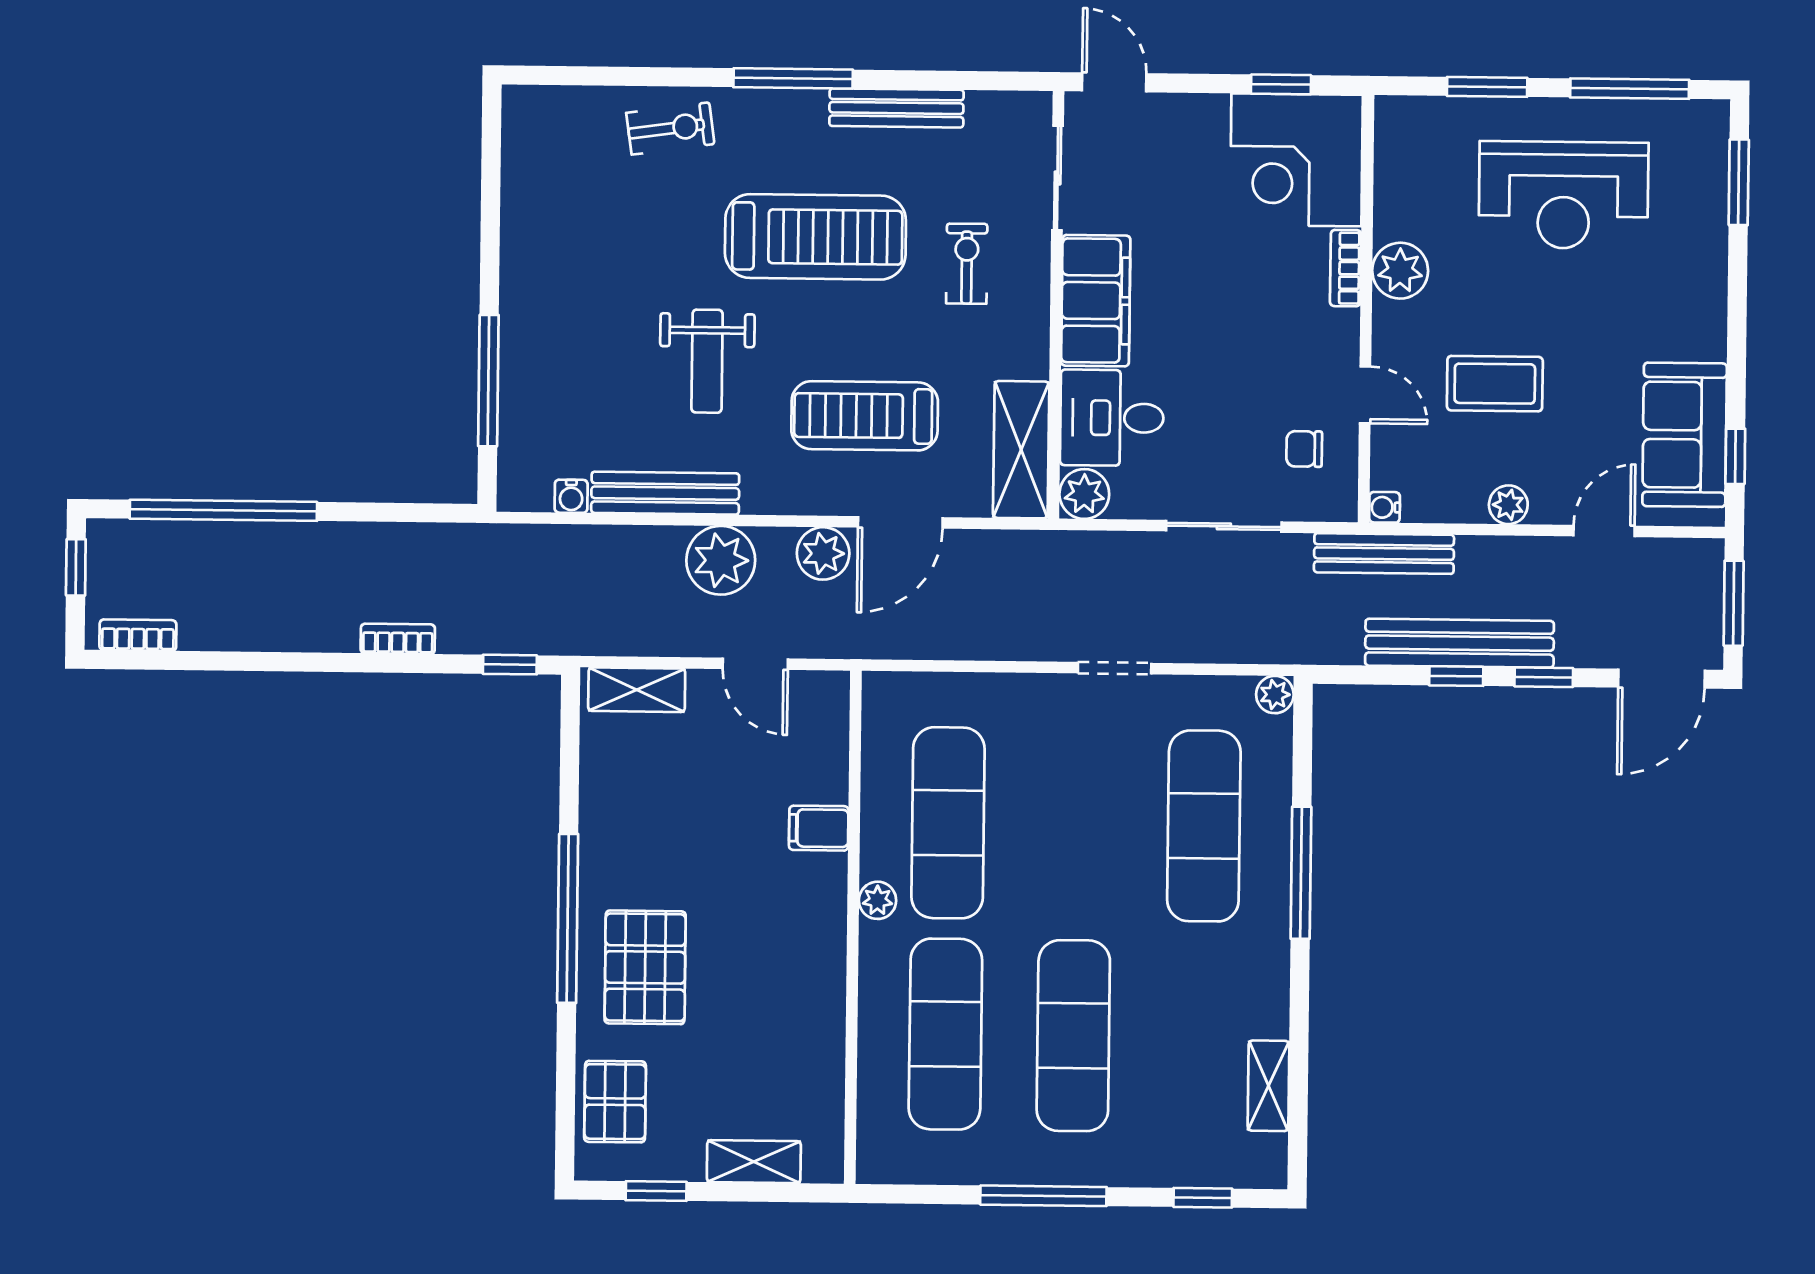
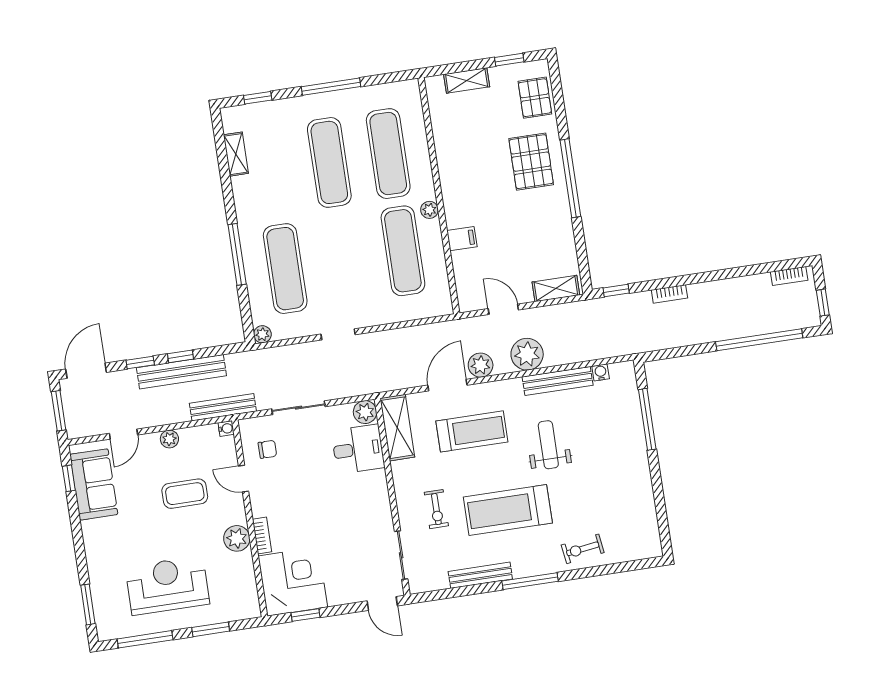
filing cabinet: (1096, 301) -> (374, 502), removed

